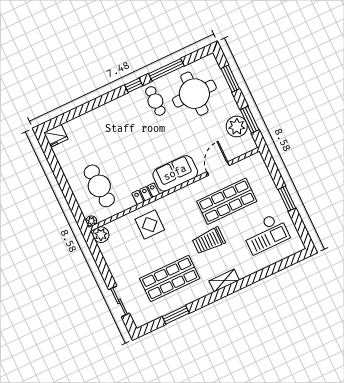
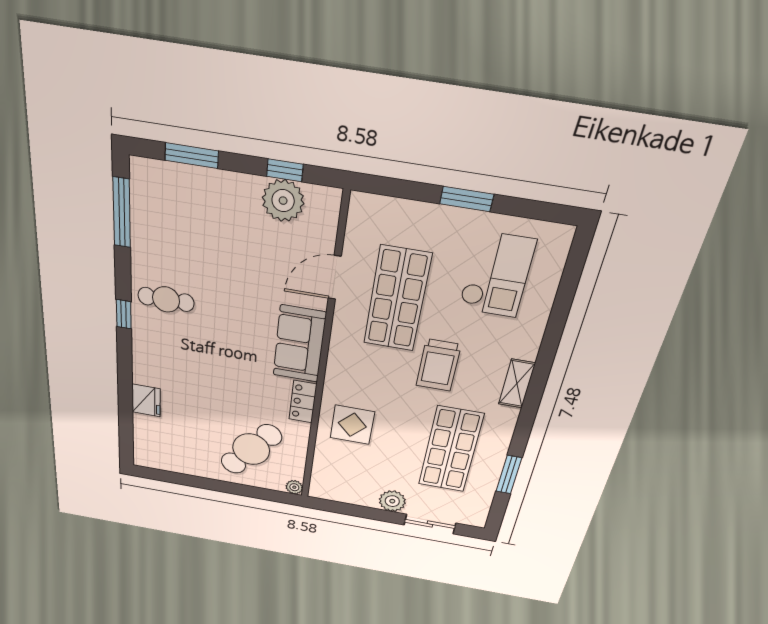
window: (166, 70) -> (122, 213), moved
round table: (194, 94) -> (186, 233), removed
window: (250, 120) -> (285, 170), width x0.67
fridge: (56, 136) -> (146, 400), moved
door: (218, 169) -> (335, 278), hinge flipped
cafe table: (99, 186) -> (251, 449), turned -48
plant: (101, 235) -> (392, 501), moved

